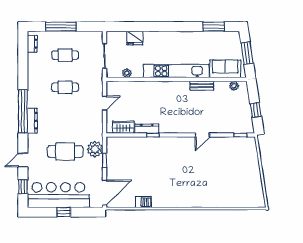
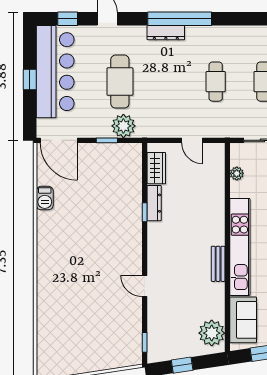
bench: (202, 86) -> (218, 264), moved
plant: (234, 86) -> (212, 333), width x1.88, depth x1.88

